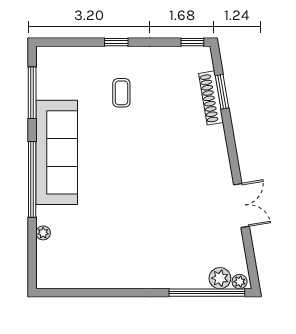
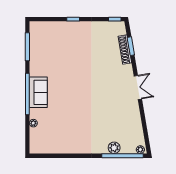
coffee table: (121, 93) -> (76, 47), removed
sofa: (57, 152) -> (38, 92), width x0.54, depth x0.79
double door: (241, 205) -> (138, 87), moved
plant: (220, 278) -> (114, 148), moved

